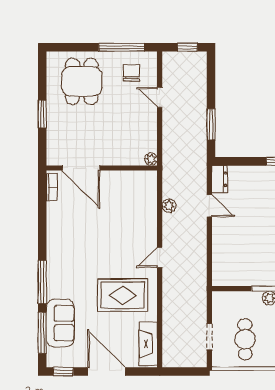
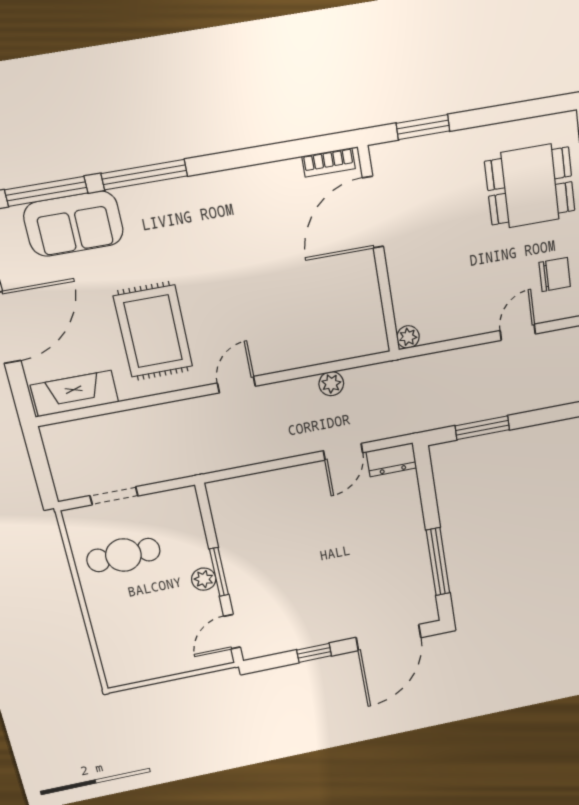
window: (42, 114) -> (423, 127), moved
door: (160, 257) -> (236, 385), hinge flipped

